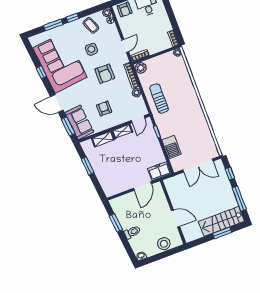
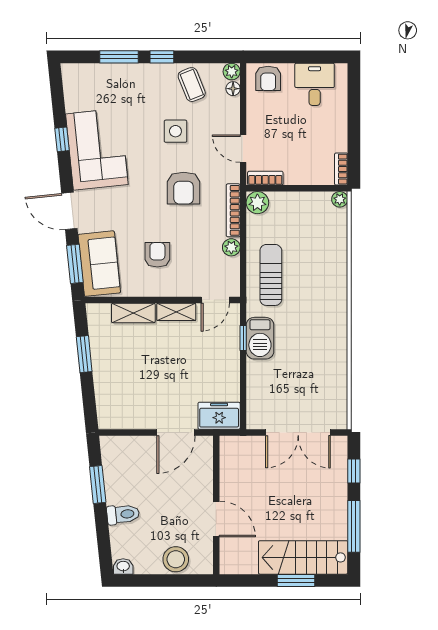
door: (125, 46) -> (243, 149), swing flipped
corner sofa: (60, 63) -> (97, 149), width x0.73, depth x0.74
barbecue: (171, 147) -> (260, 338), moved

